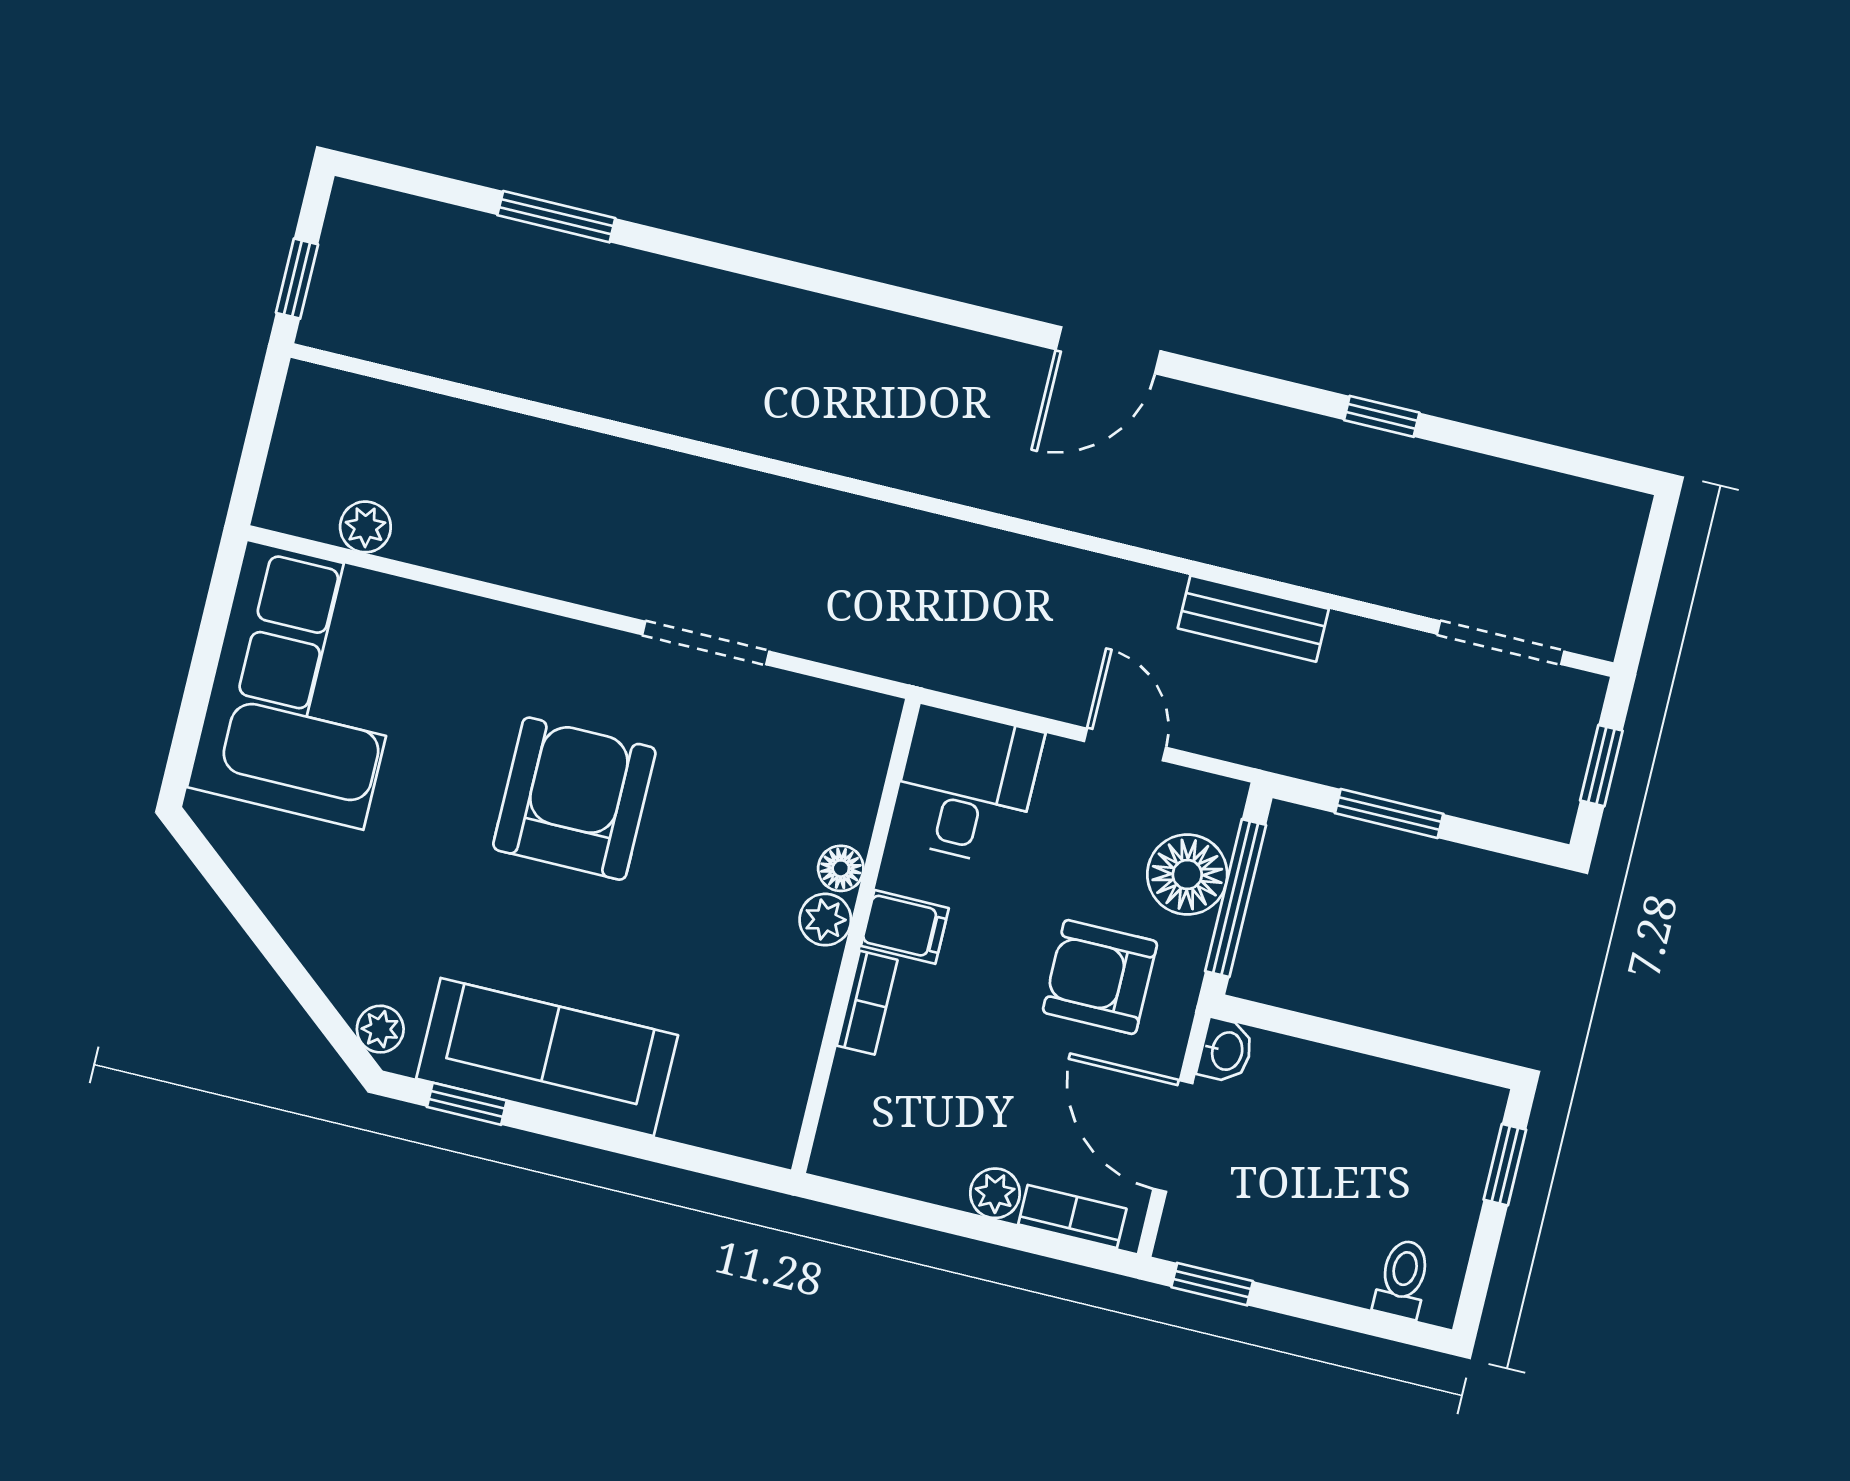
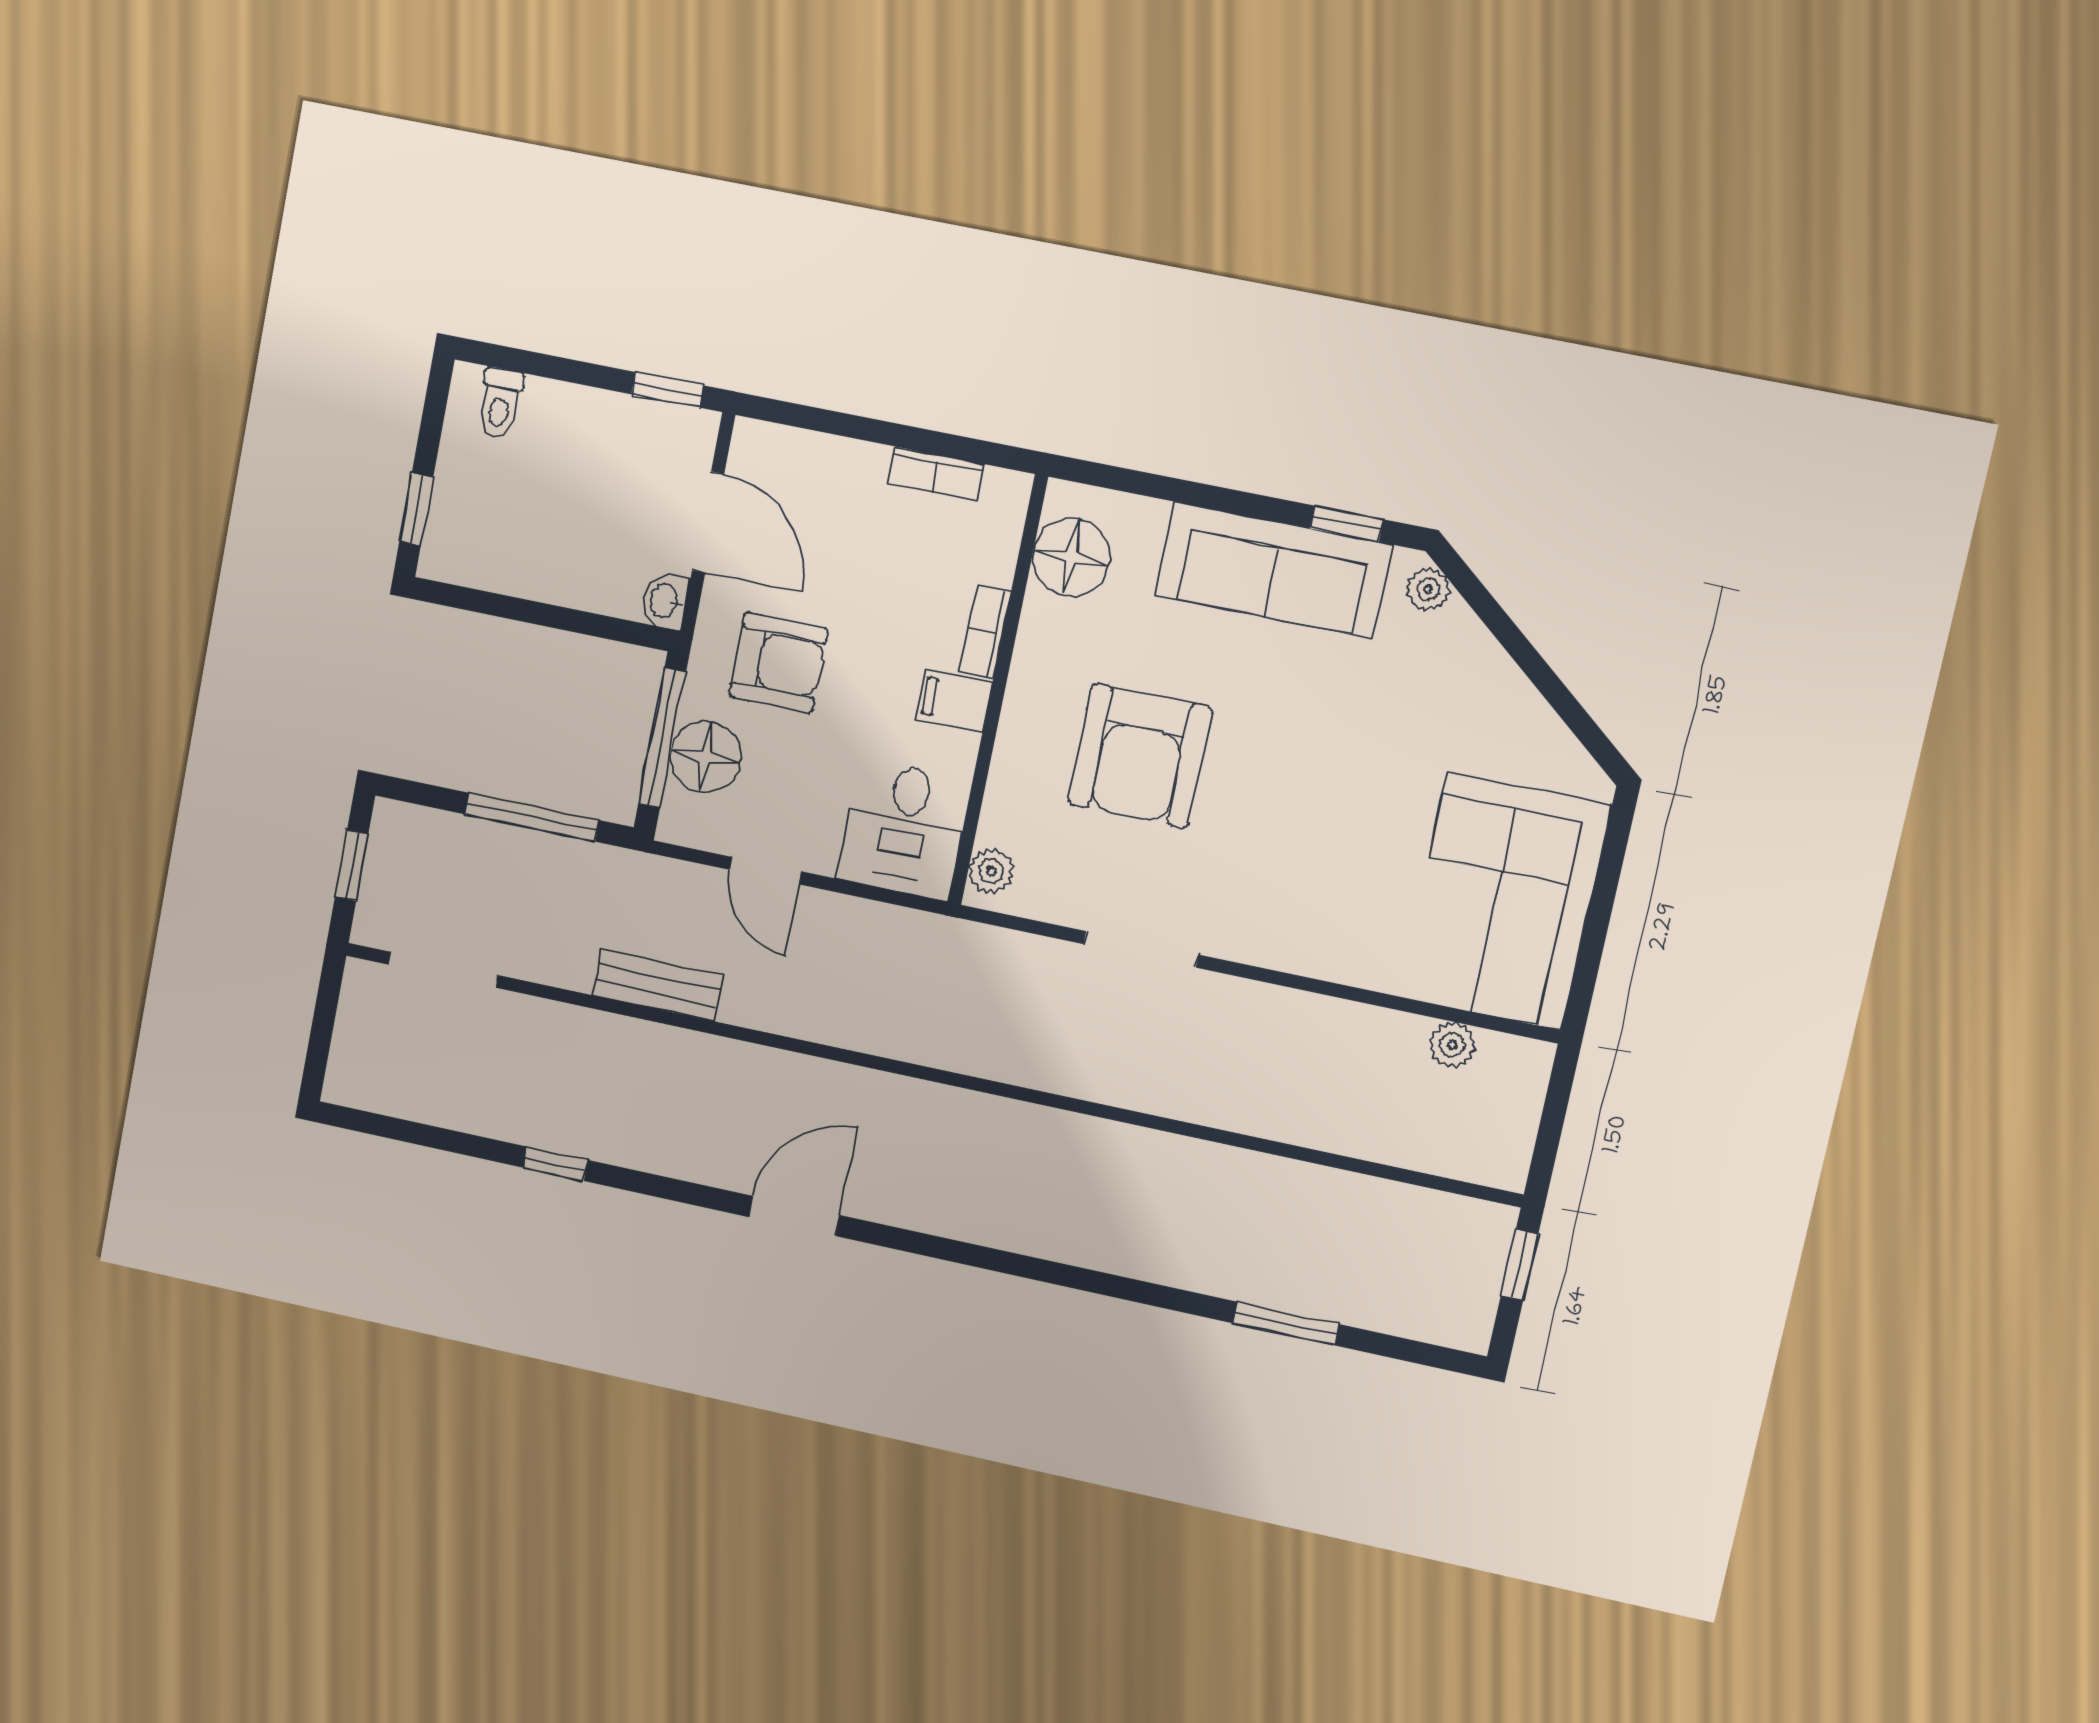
armchair: (574, 799) -> (1140, 756), moved
window: (1389, 813) -> (532, 817), width x1.44
floor lamp: (841, 868) -> (1071, 557), moved, width x1.89, depth x1.89
plant: (825, 920) -> (991, 871), moved
plant: (995, 1193) -> (864, 463), removed
bookcase: (1072, 1217) -> (936, 473), moved

